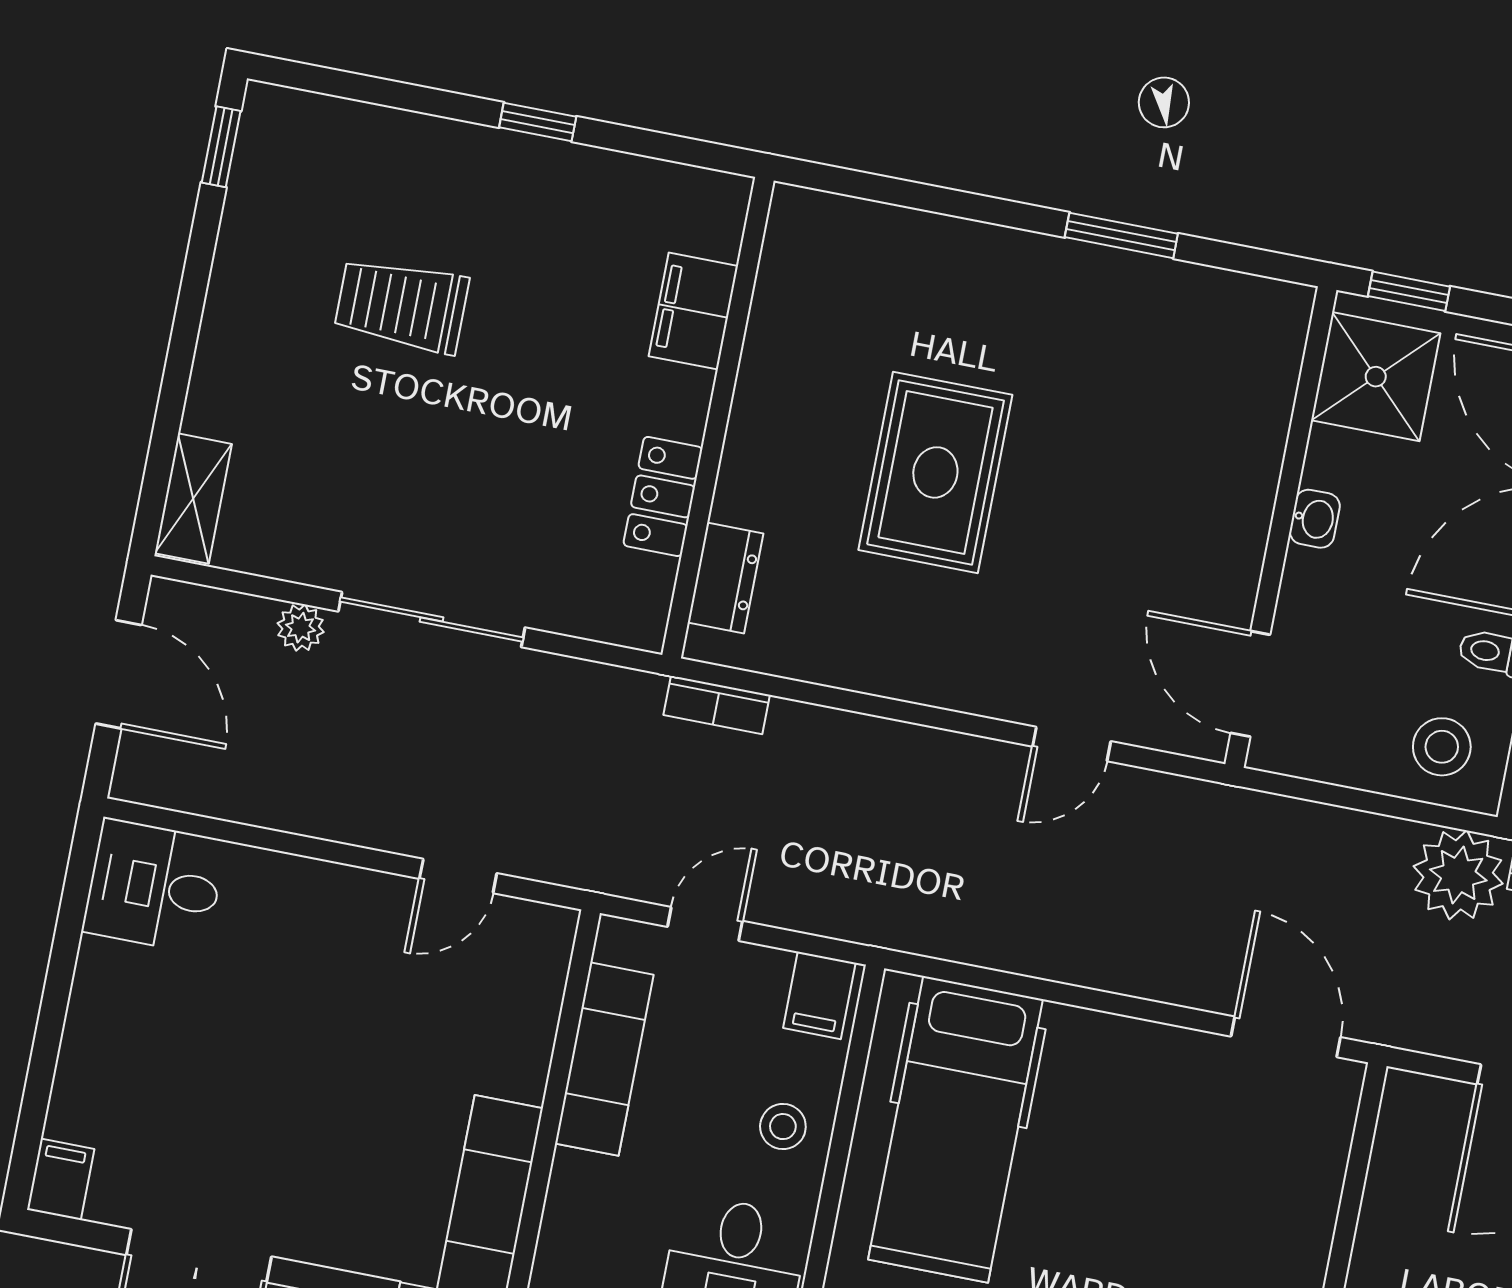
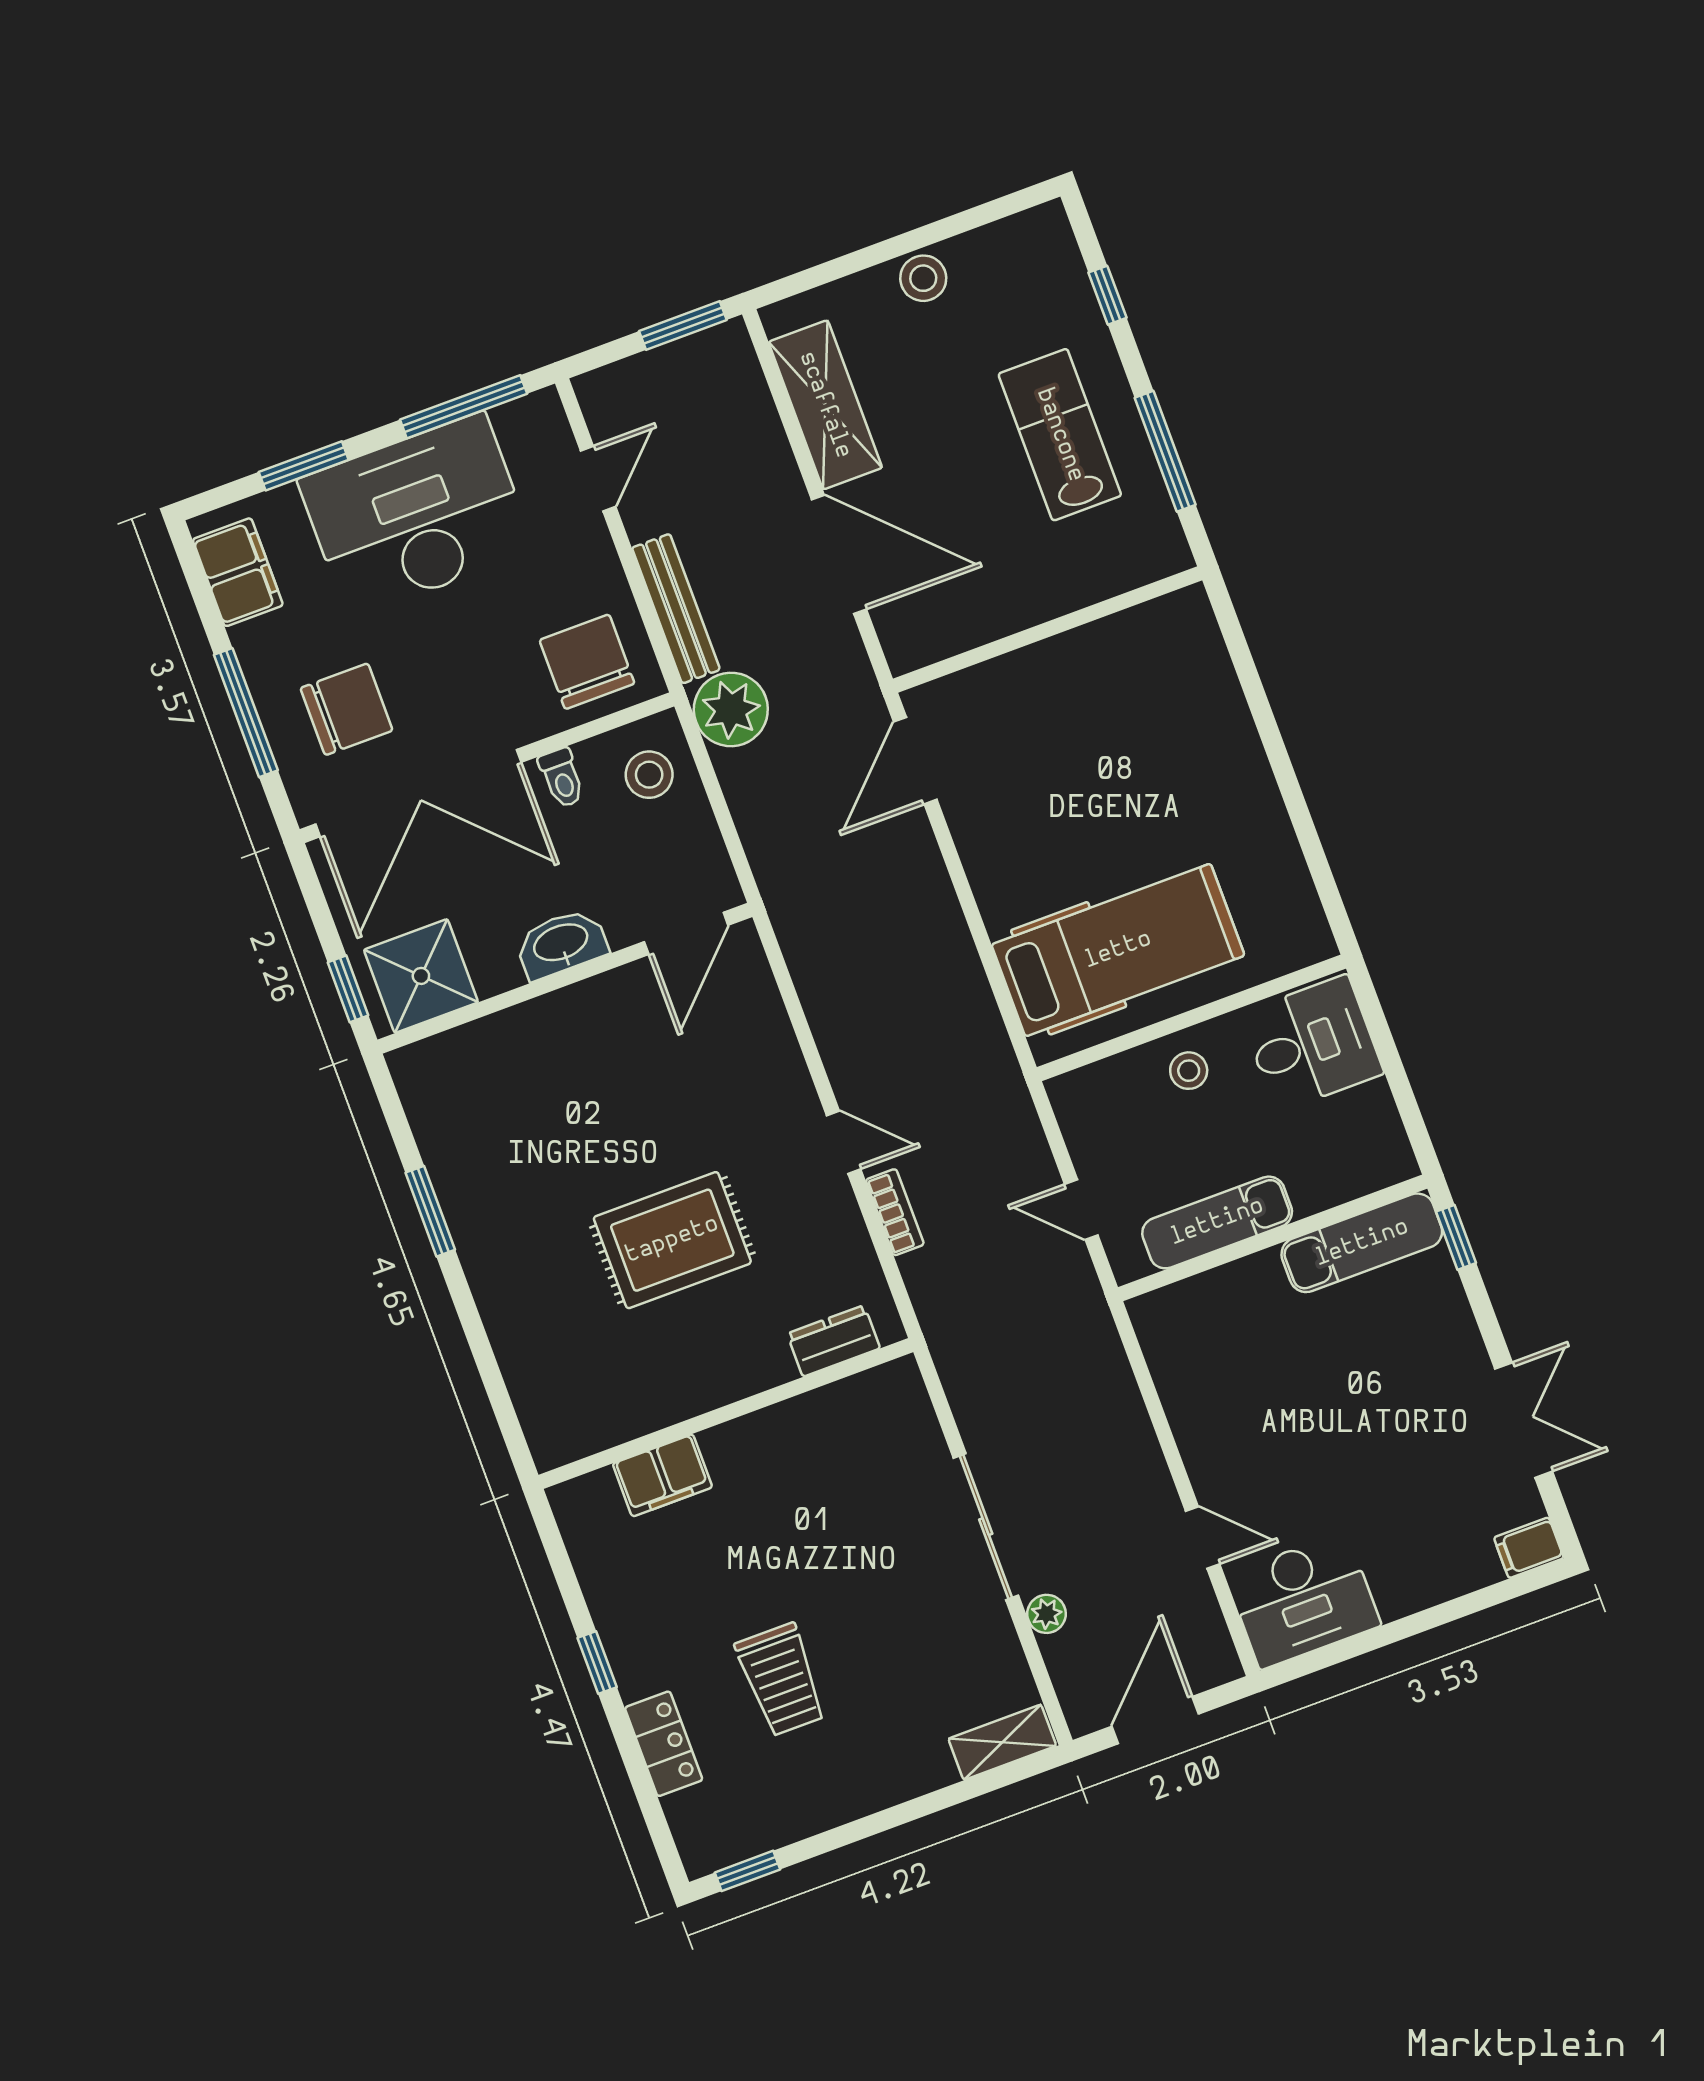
locker: (663, 496) -> (664, 1744), moved, turned -90
washbasin: (1315, 519) -> (561, 944), width x1.91, depth x1.45
bookcase: (717, 705) -> (895, 1212), moved
door: (1072, 744) -> (844, 1142), moved
door: (458, 876) -> (1203, 1538), moved
desk: (154, 886) -> (1303, 1600), width x1.37
filing cabinet: (819, 995) -> (1083, 1101), removed

